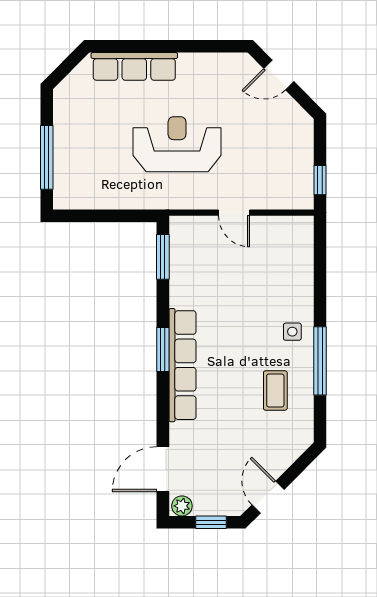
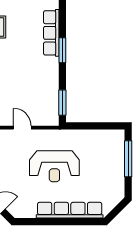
row of seats: (134, 66) -> (70, 210), width x1.36
row of seats: (183, 365) -> (51, 33), width x0.73

